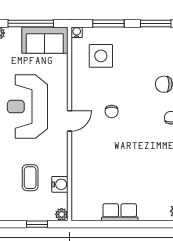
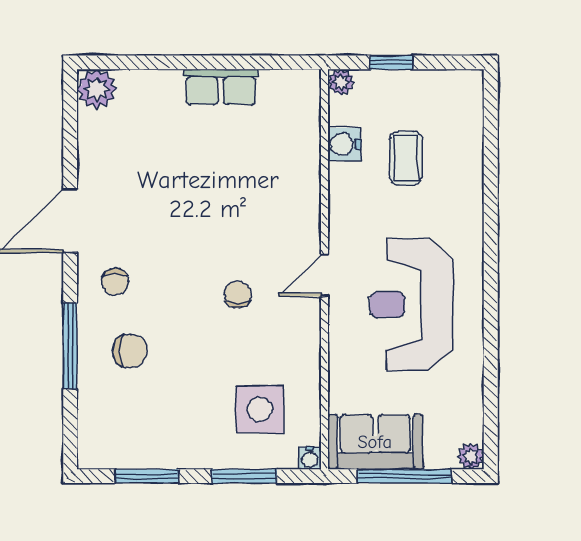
reception desk: (27, 107) -> (411, 305), turned 180

